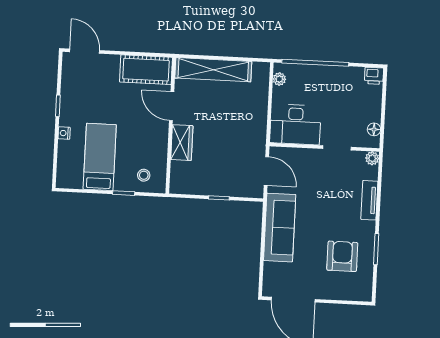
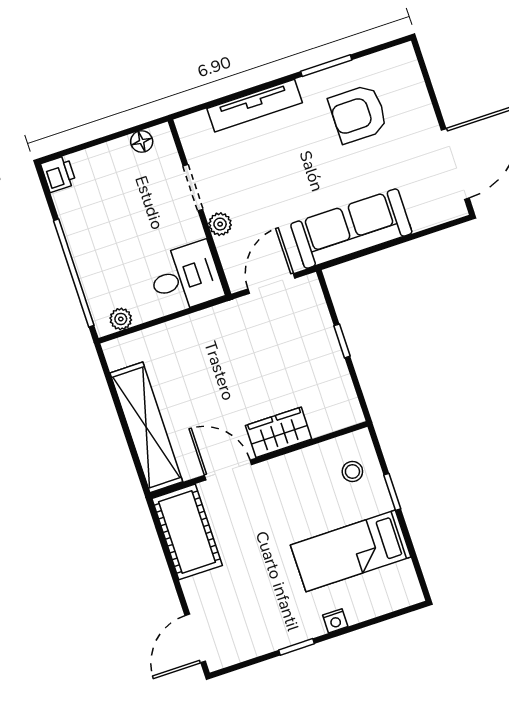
door: (172, 106) -> (228, 470), swing flipped
desk: (295, 124) -> (185, 277), width x0.73
plant: (372, 158) -> (220, 224), moved
tv unit: (369, 200) -> (255, 106), width x1.41

